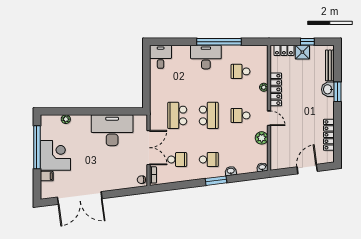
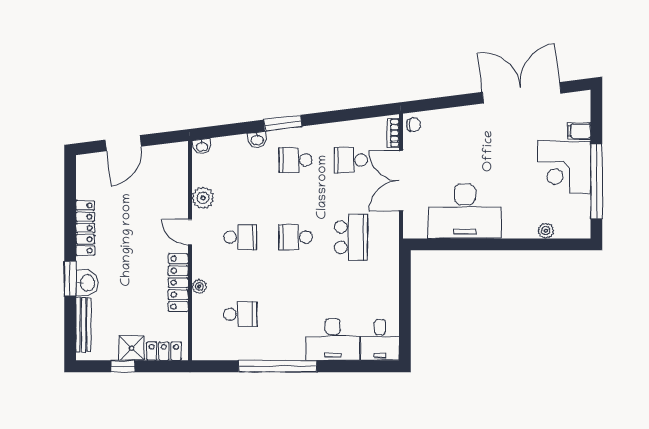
desk: (206, 57) -> (333, 339), moved
school desk: (209, 115) -> (296, 237), width x0.54
locker: (329, 135) -> (85, 228), moved

